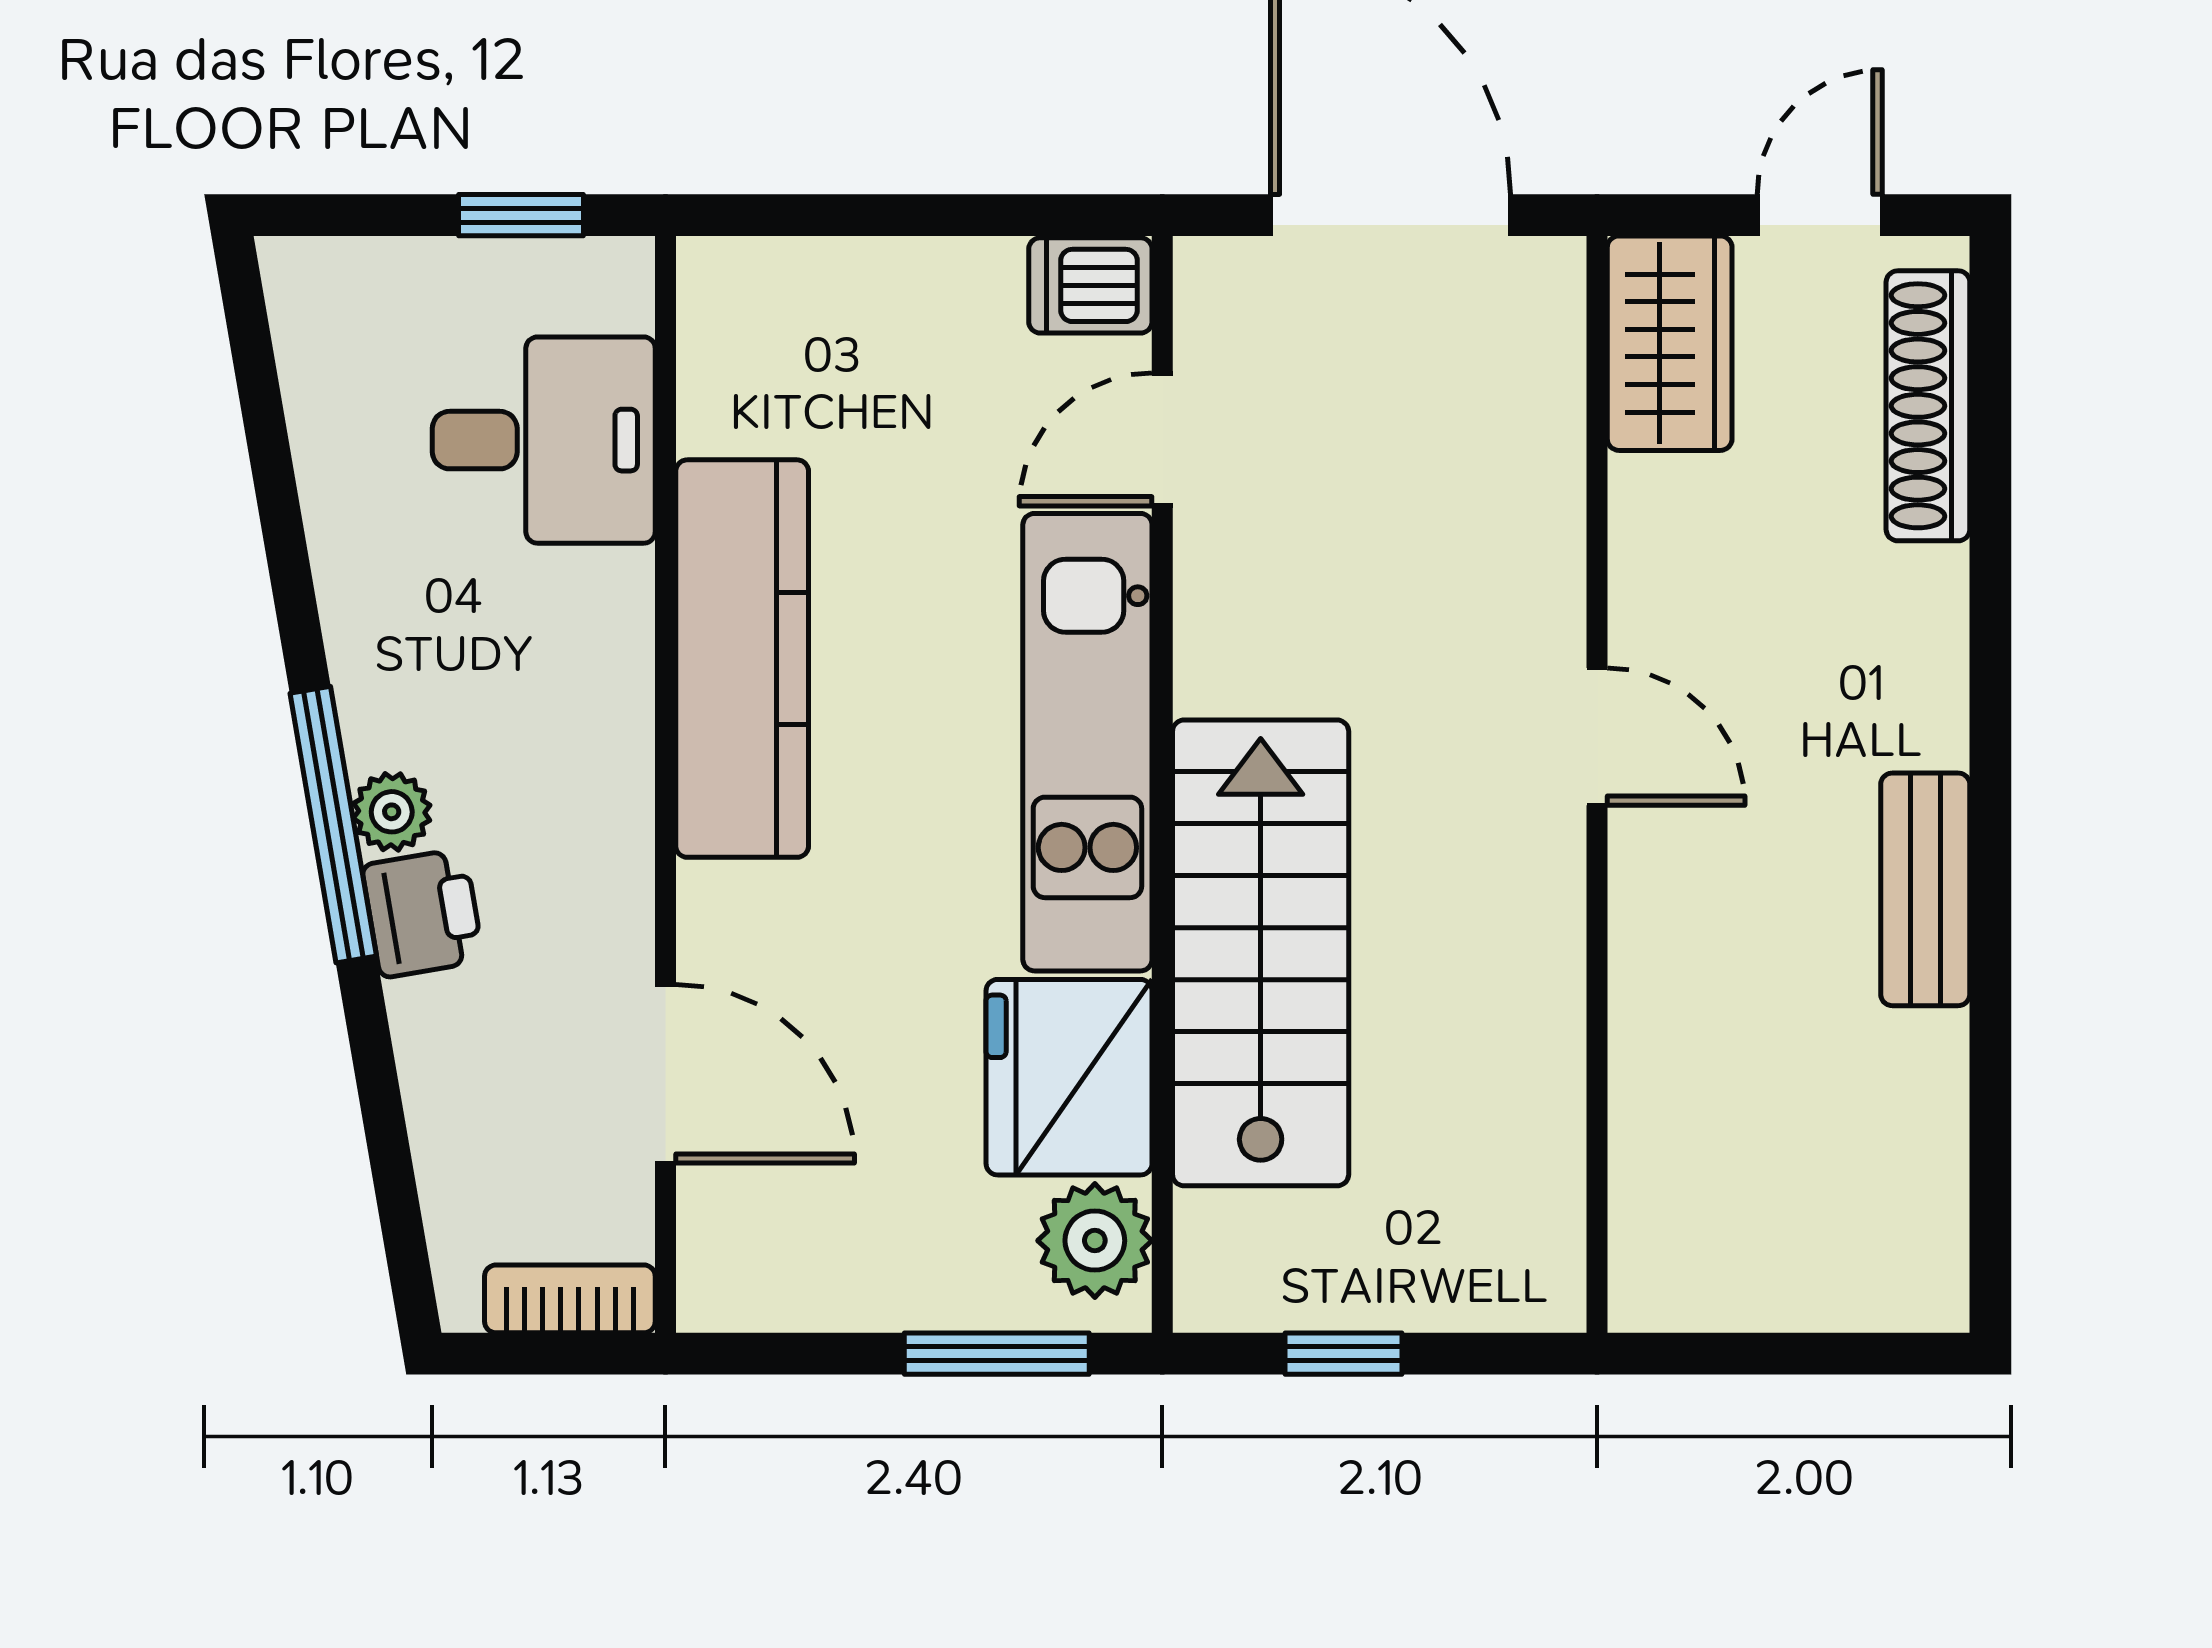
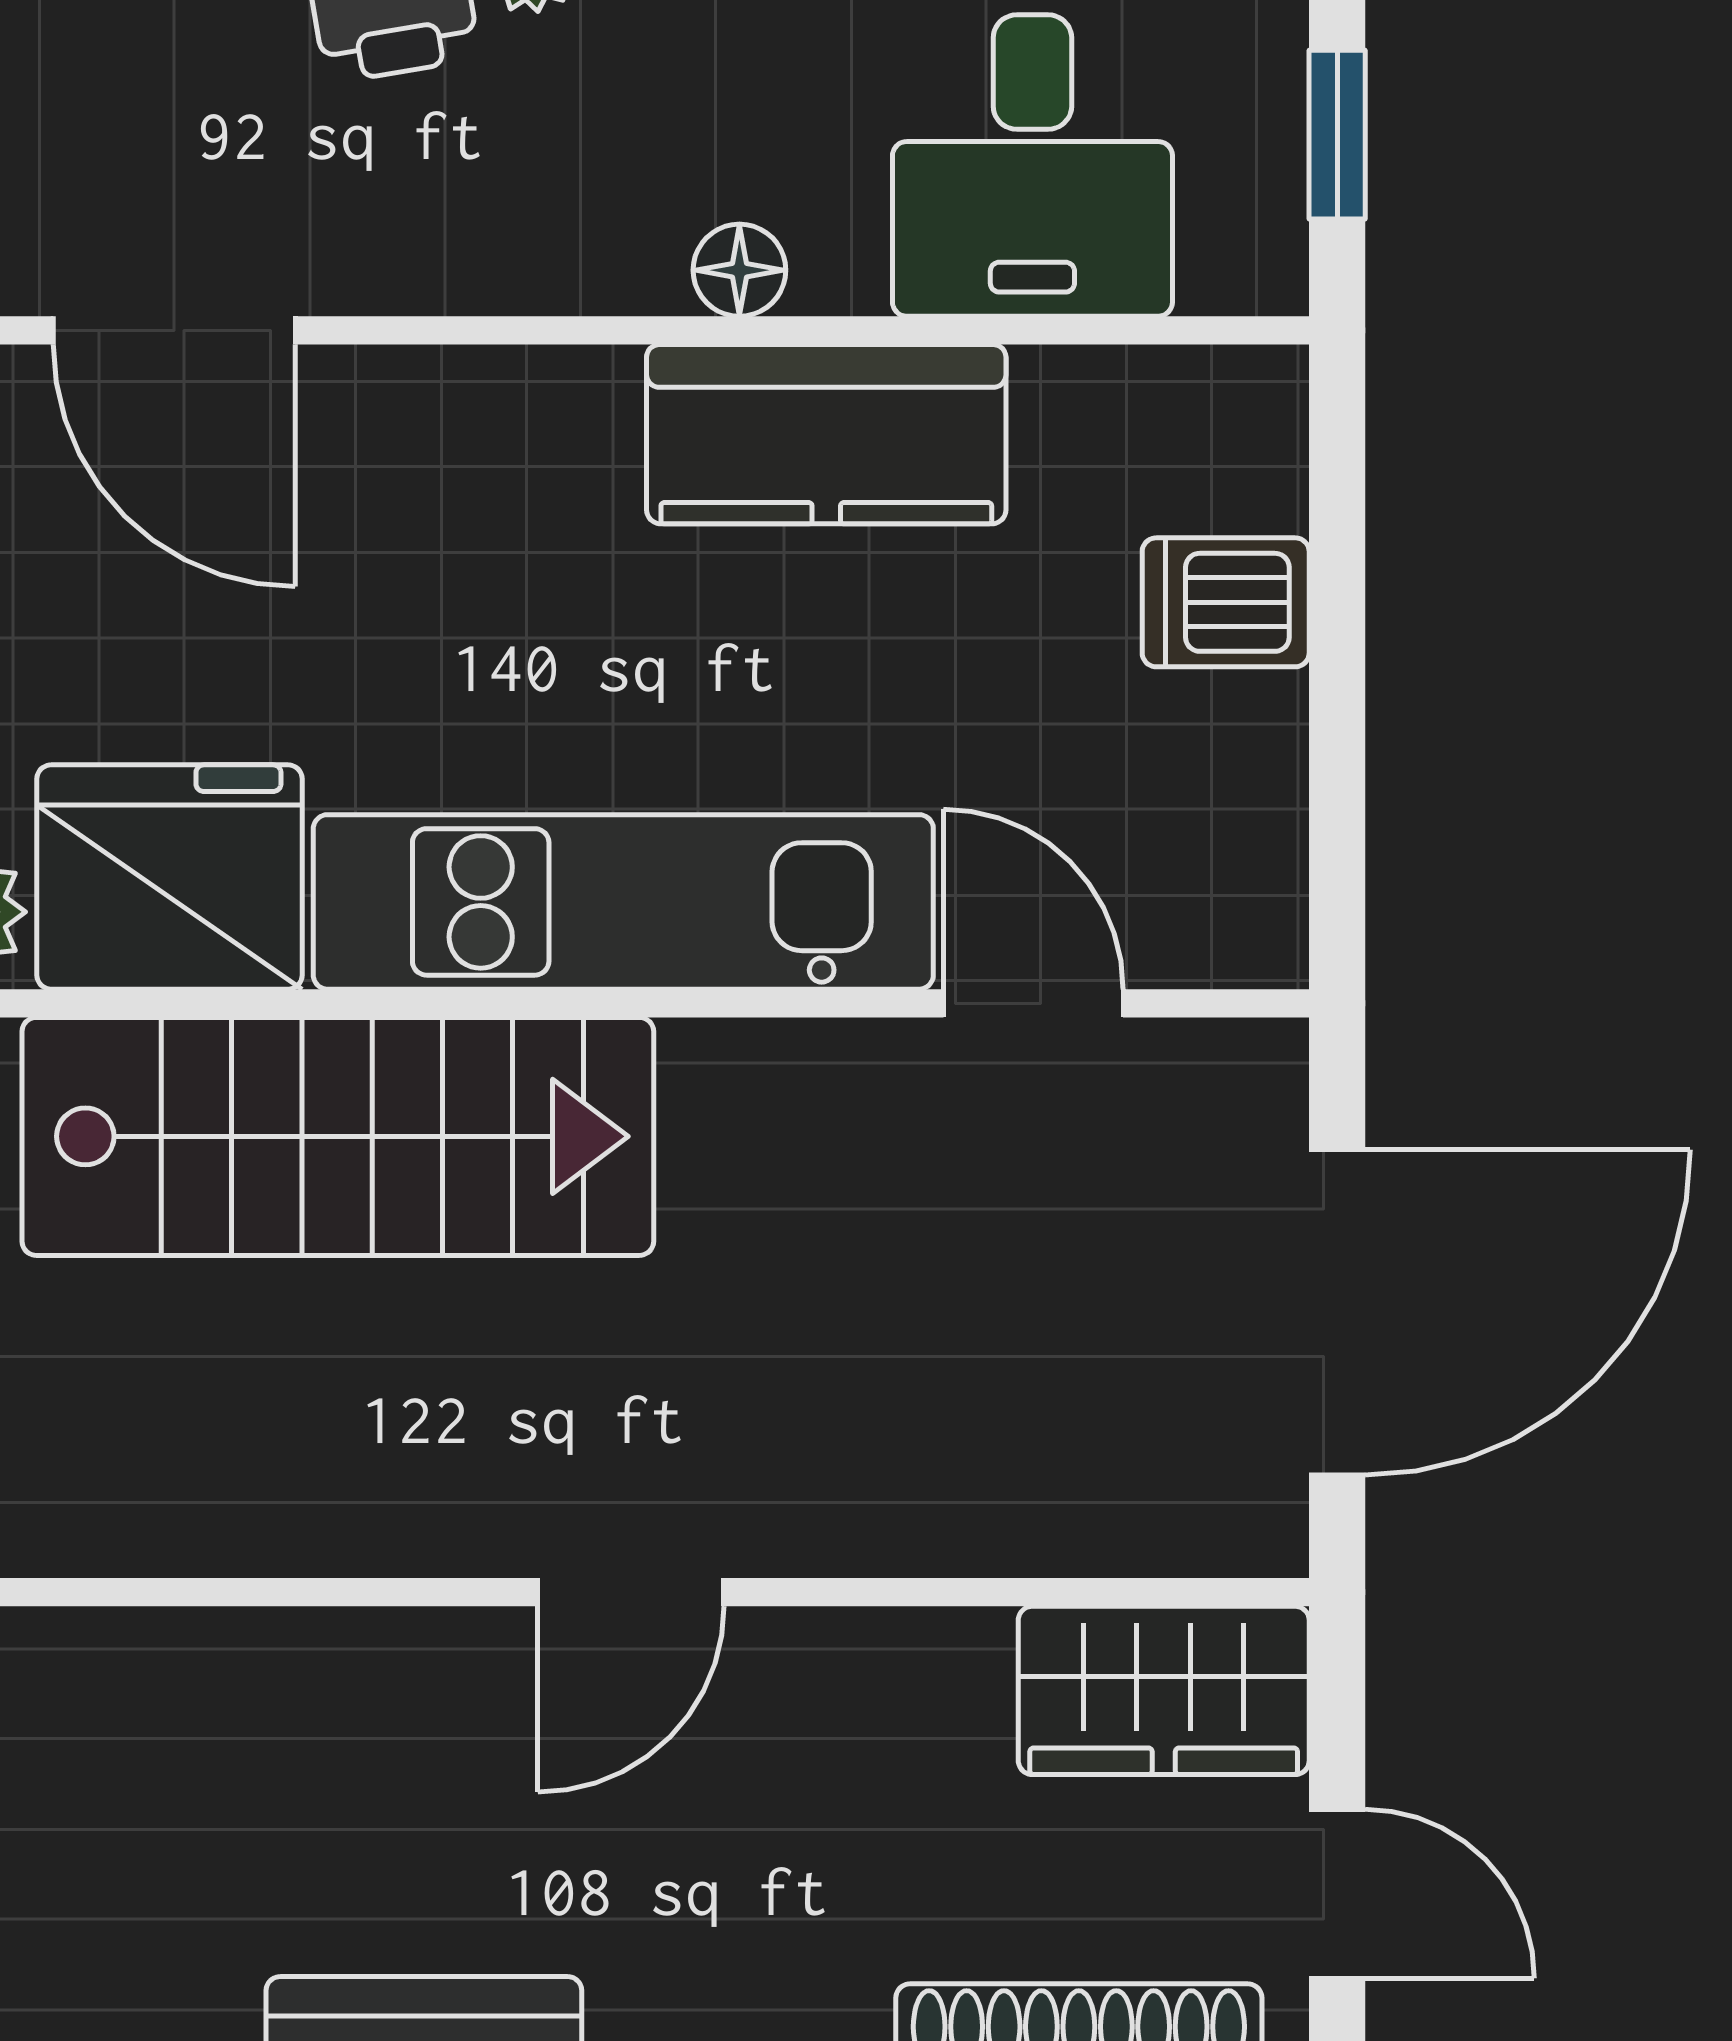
dishwasher: (1090, 285) -> (1226, 602), moved, turned -90
floor lamp: (621, 656) -> (739, 270), added
kitchen counter: (742, 659) -> (826, 434), width x0.67
door: (665, 1074) -> (174, 330), hinge flipped

